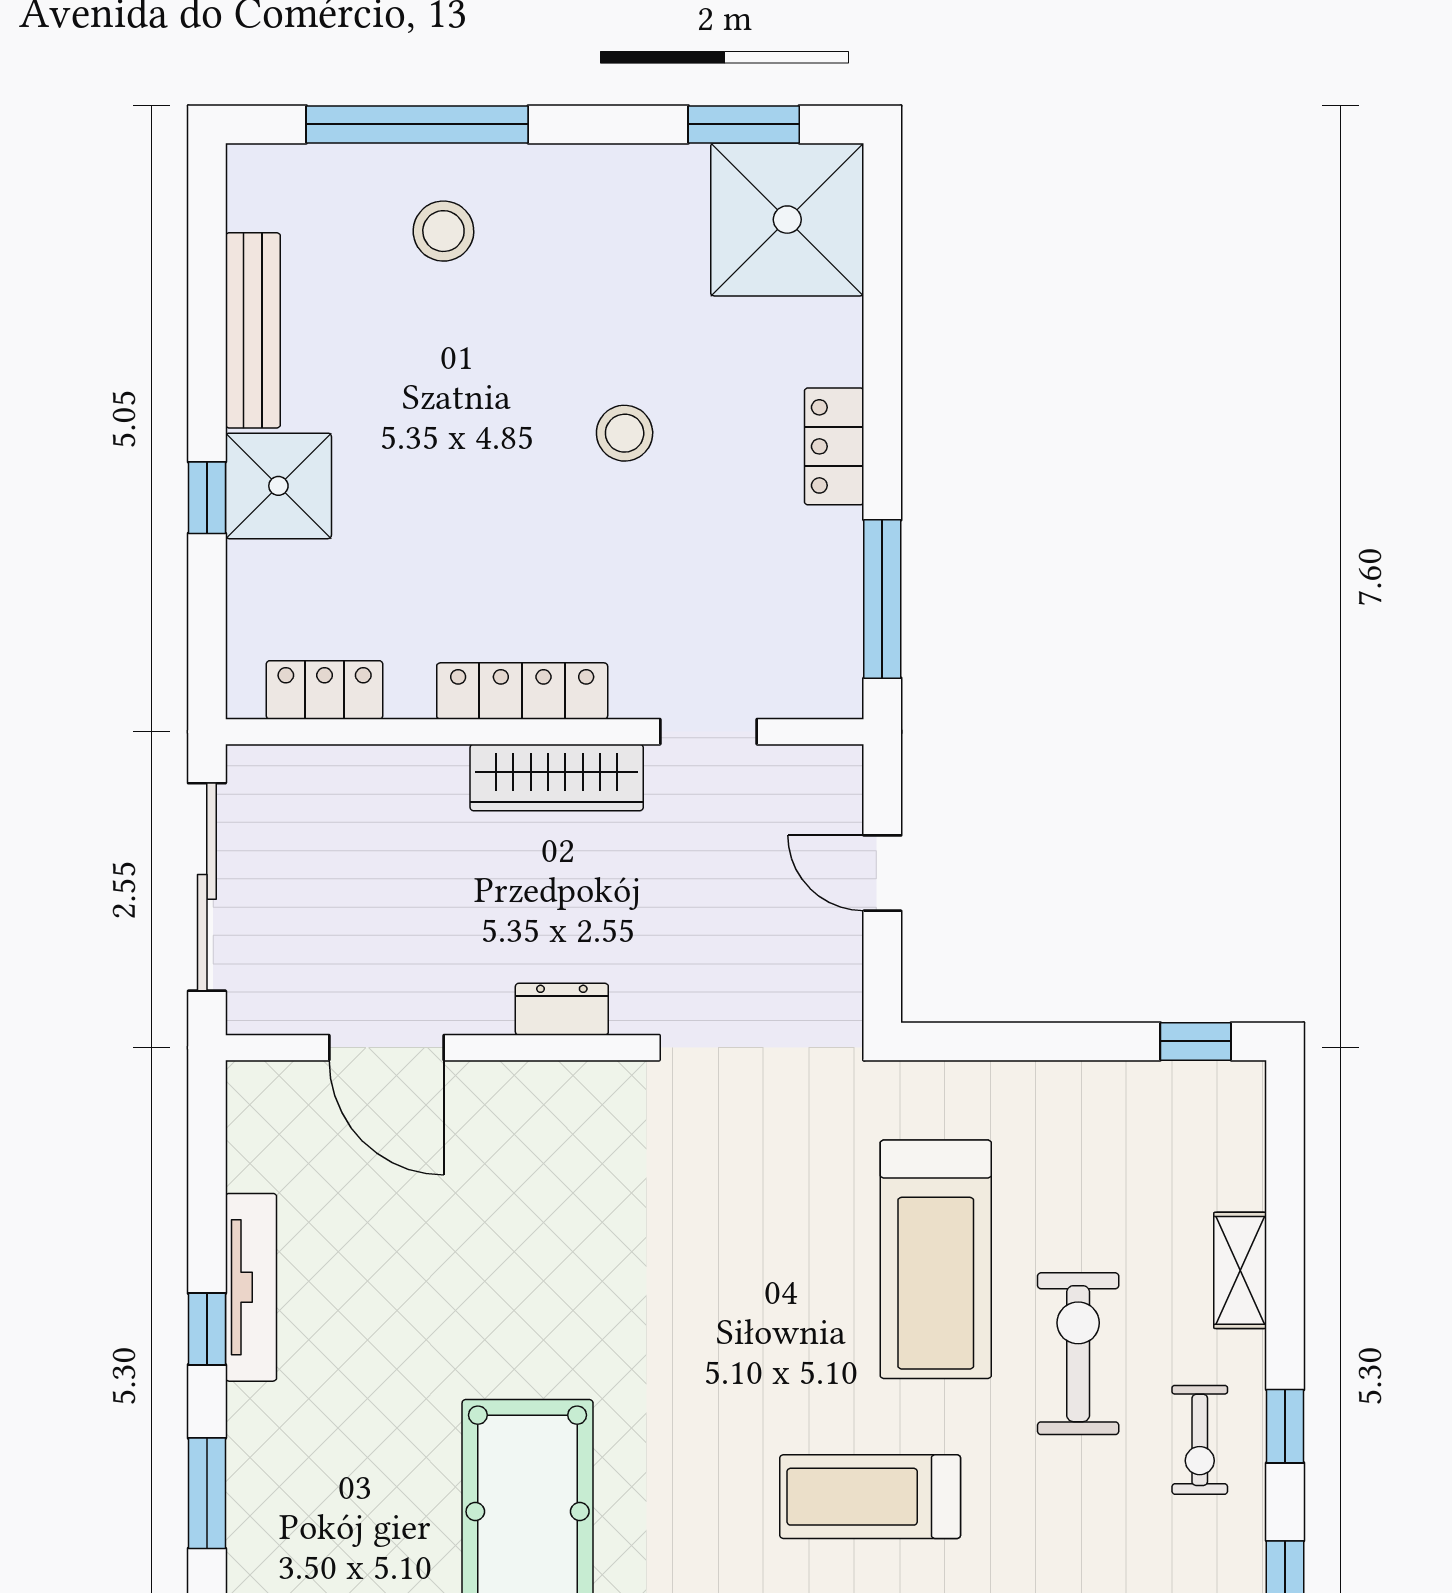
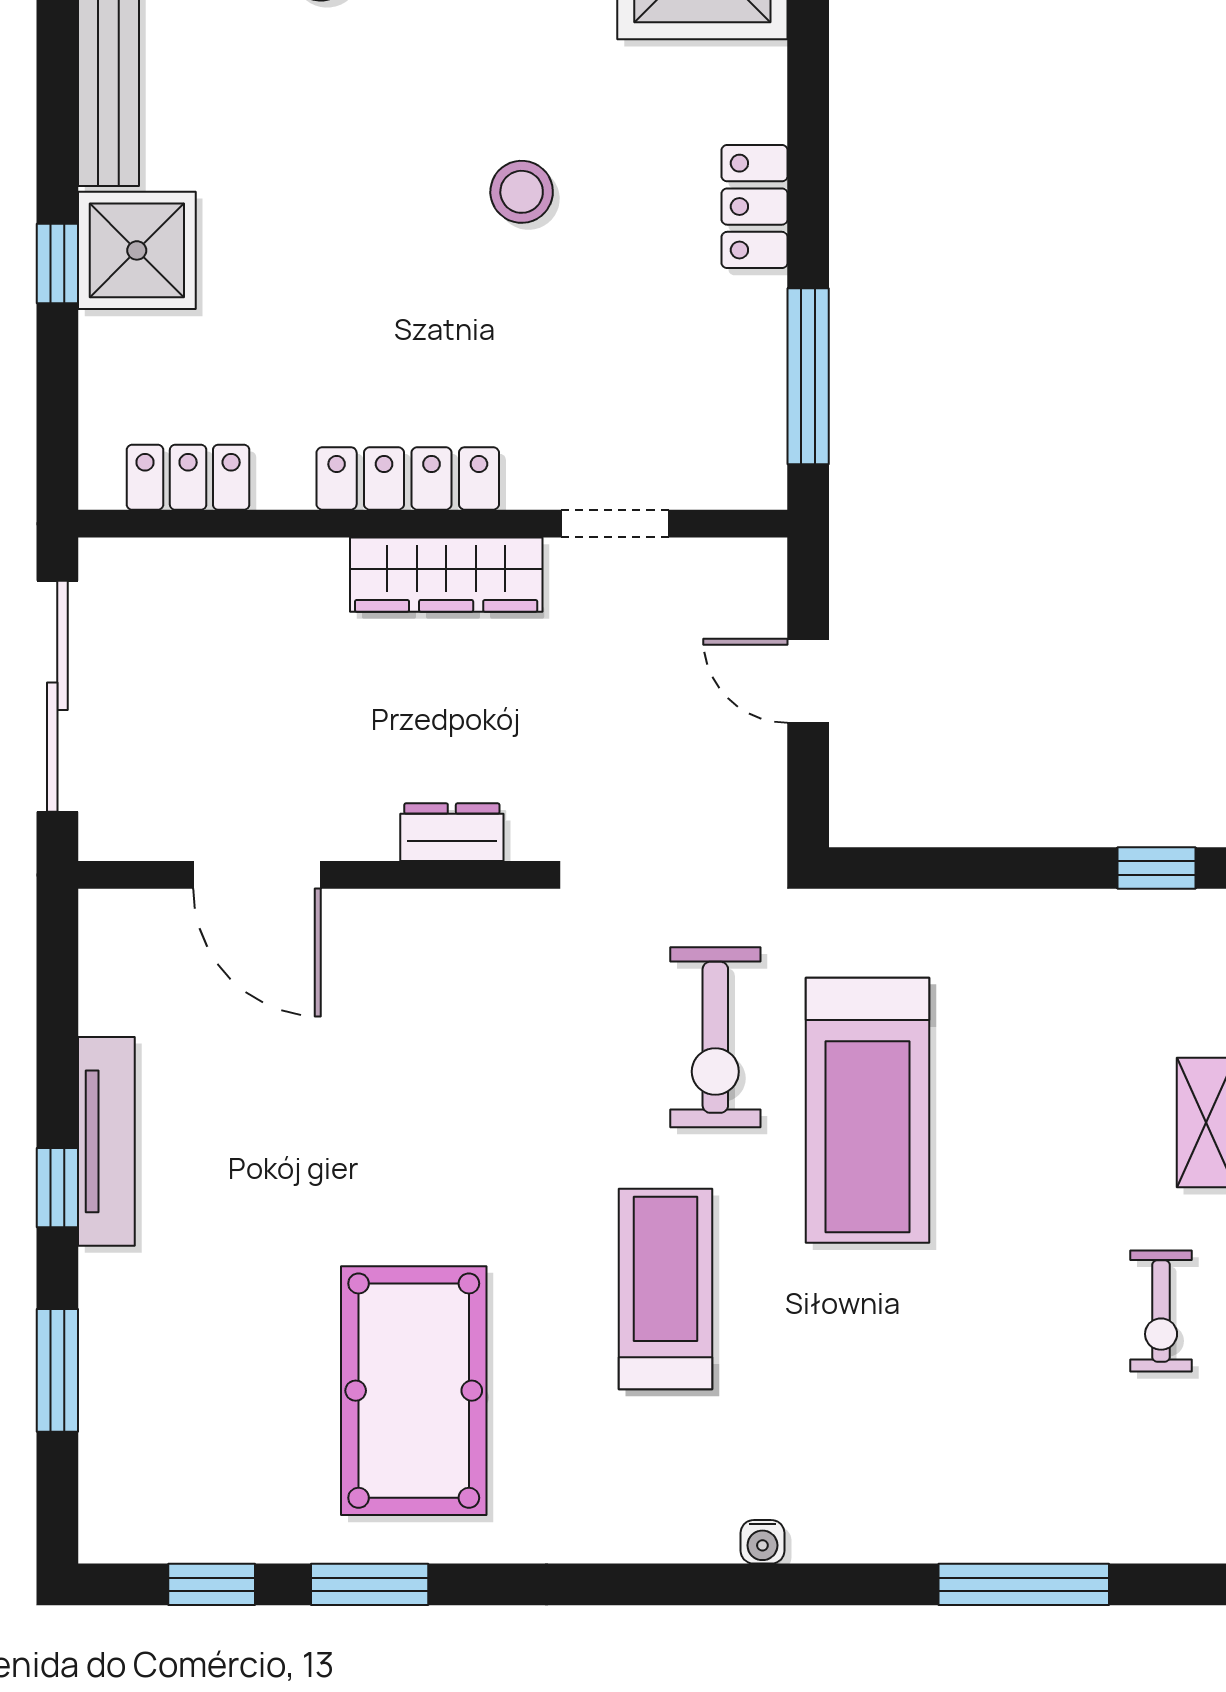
exercise bike: (1078, 1354) -> (715, 1037), moved, turned 180
treadmill: (870, 1497) -> (665, 1289), moved, turned 90

